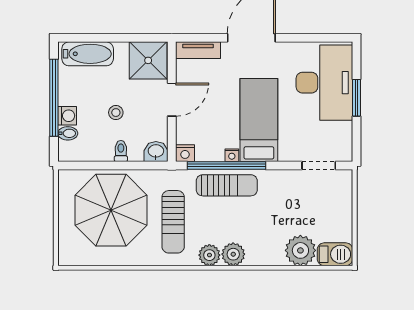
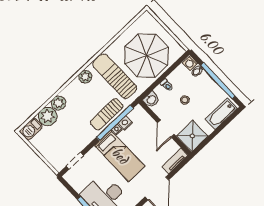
washing machine: (67, 116) -> (190, 63), moved
nightstand: (185, 153) -> (125, 123), moved
sun lounger: (173, 222) -> (115, 76), width x1.36, depth x1.34
plant: (233, 254) -> (58, 103), moved

